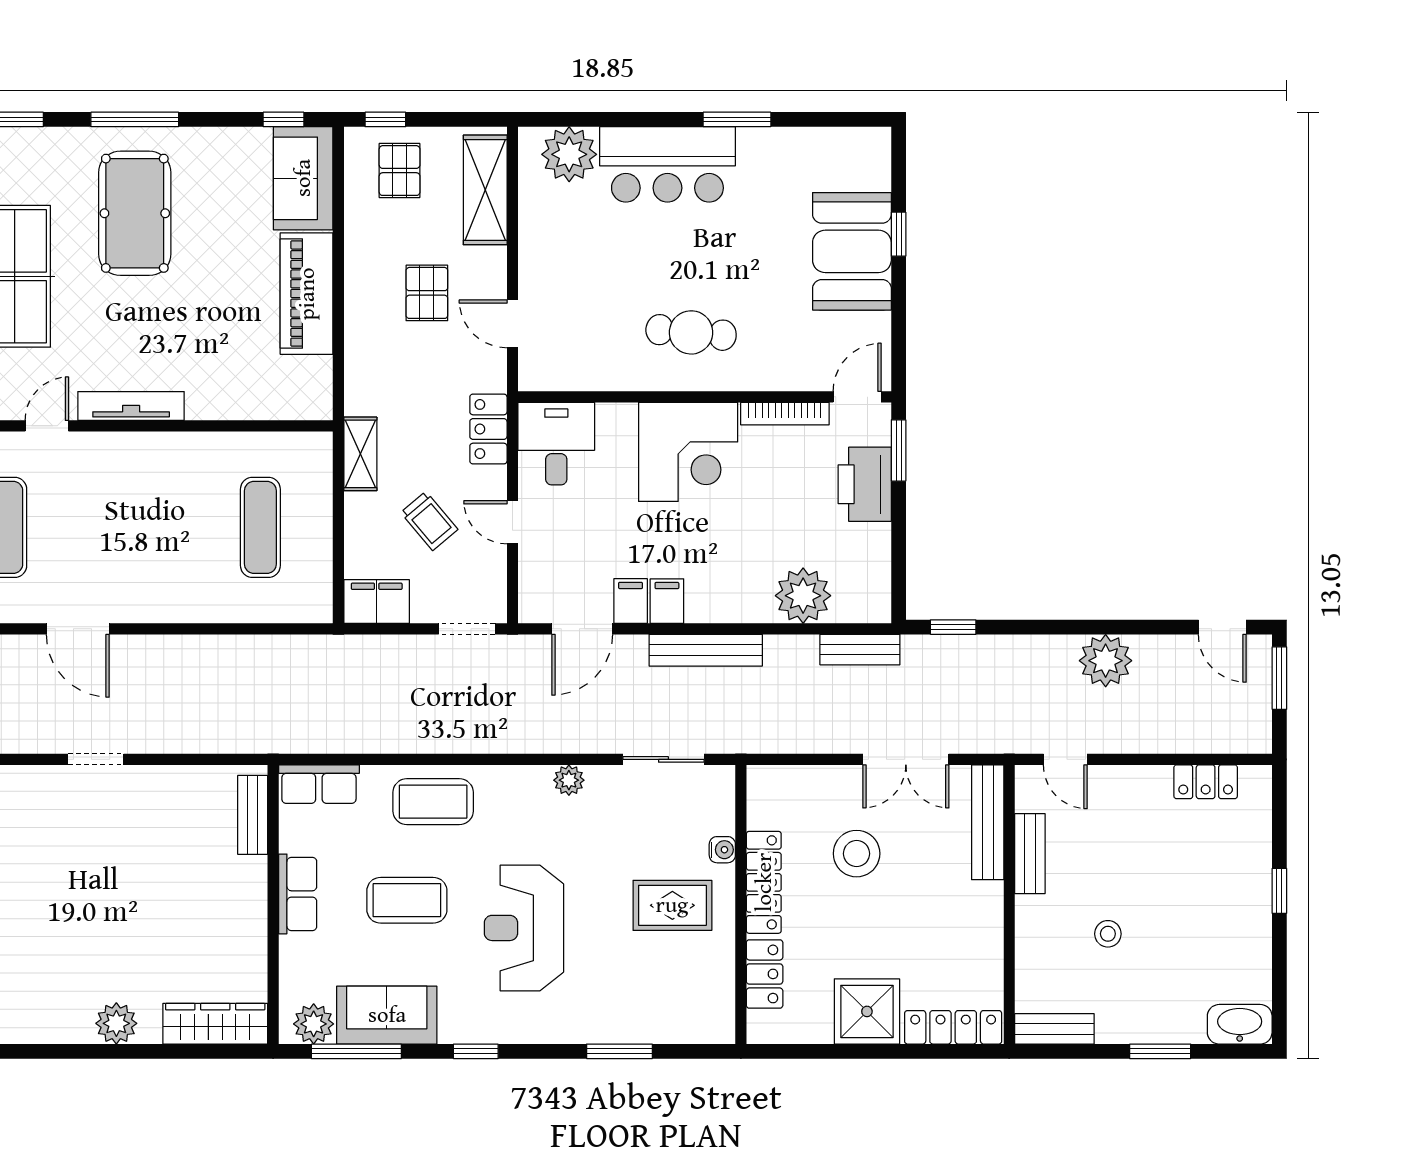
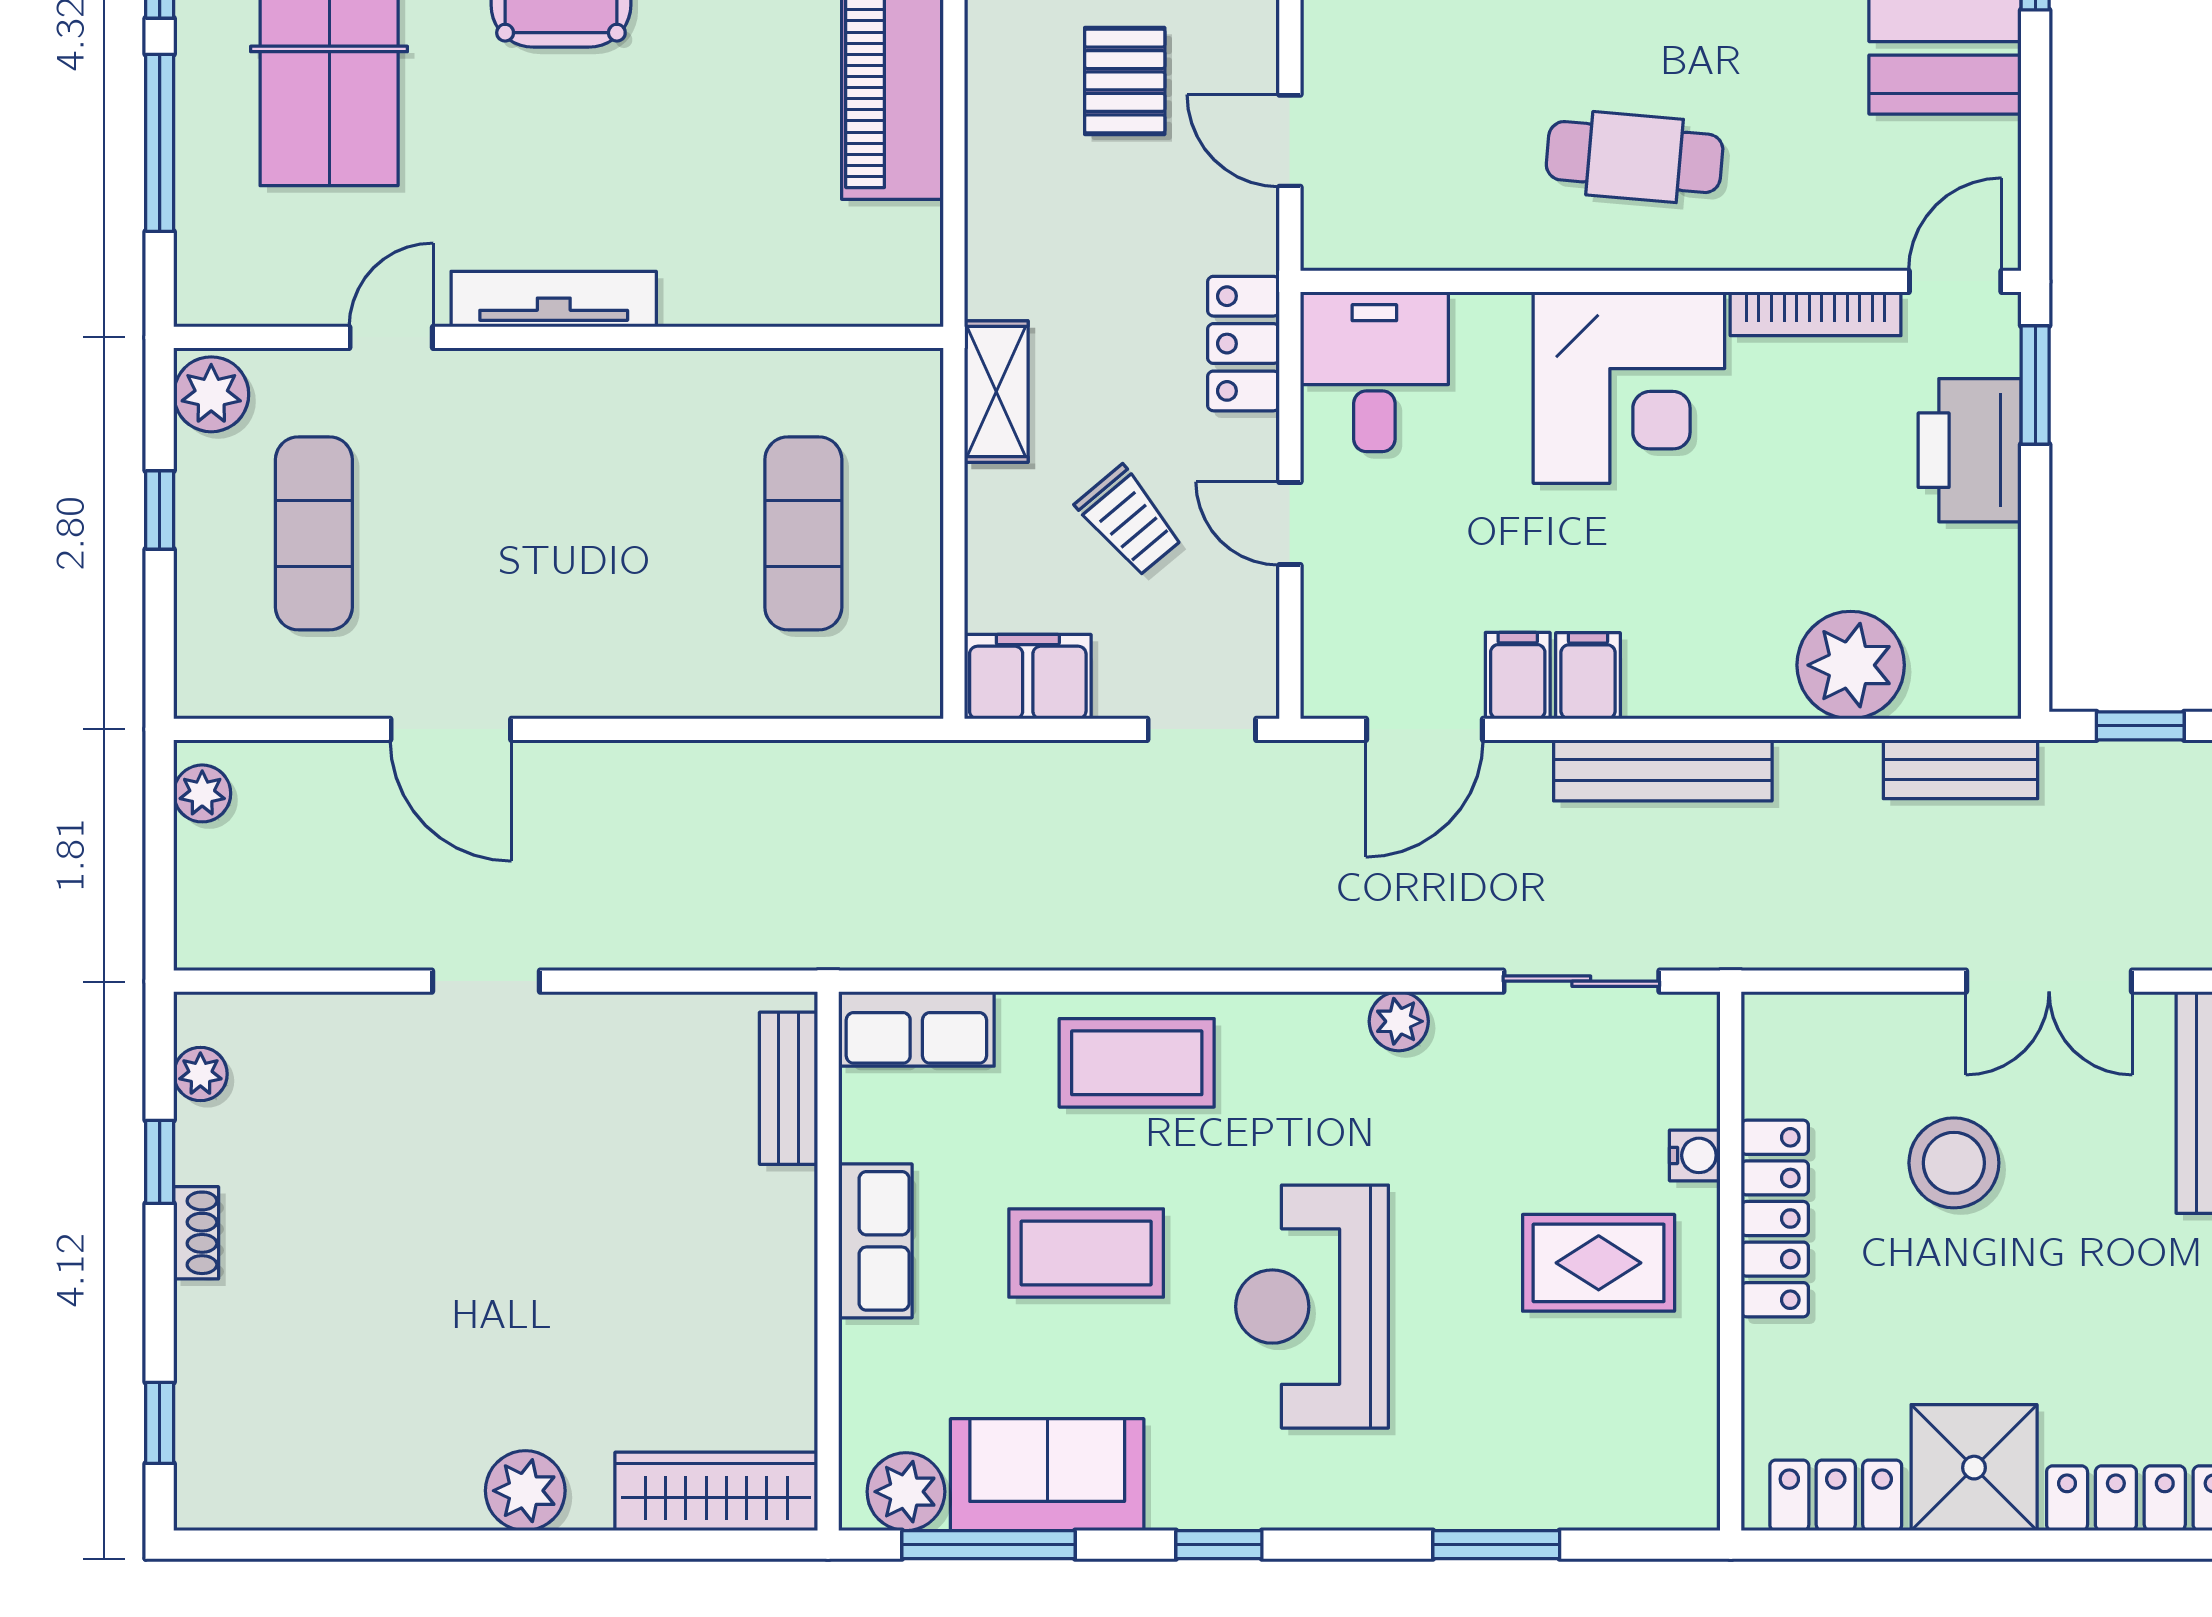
locker: (765, 974) -> (1836, 1495), moved, turned -90

